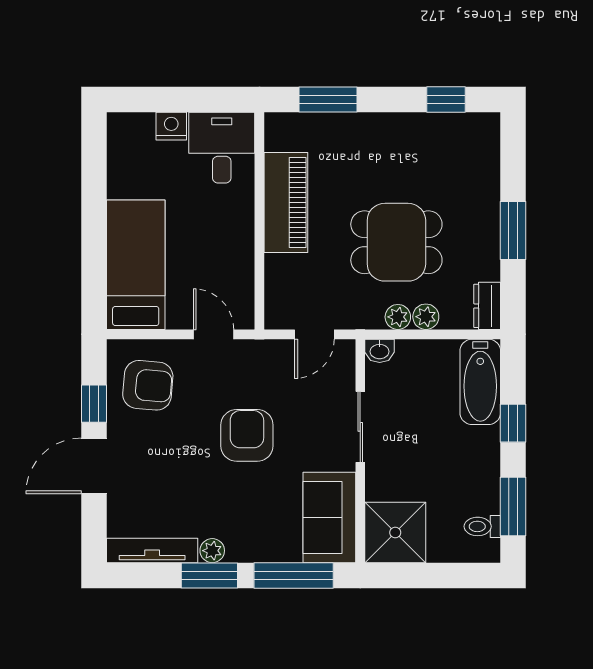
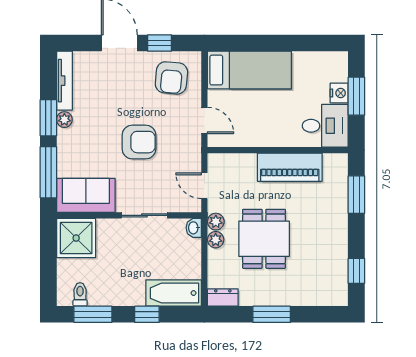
window: (176, 100) -> (356, 96), added
plant: (426, 317) -> (216, 222), moved
door: (214, 334) -> (204, 120), hinge flipped

